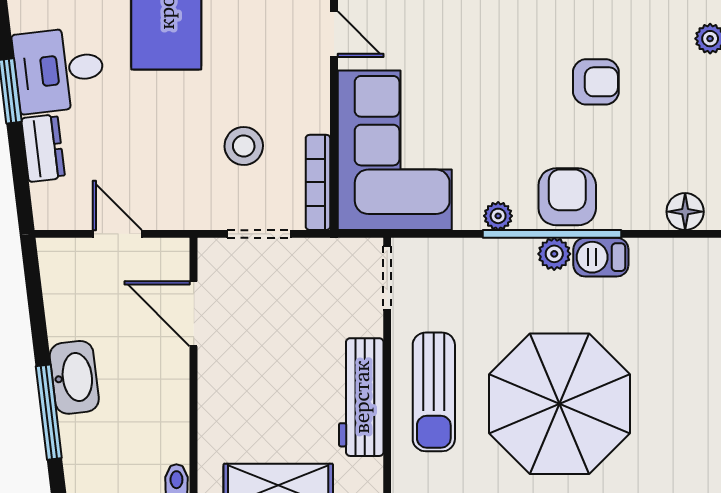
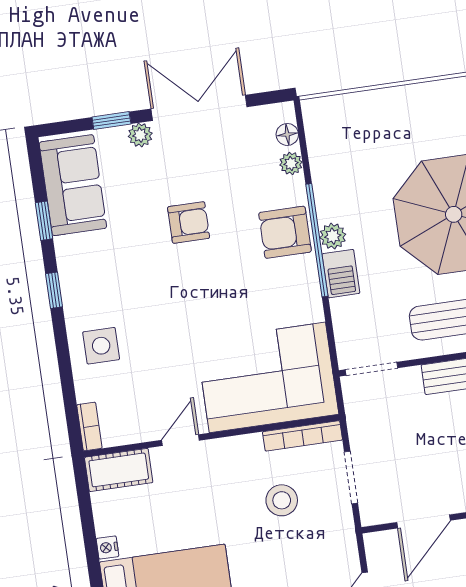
armchair: (596, 82) -> (189, 222), turned 90
floor lamp: (685, 212) -> (287, 134), width x0.73, depth x0.73
plant: (498, 216) -> (291, 163), moved
barbecue: (601, 257) -> (341, 274), moved

